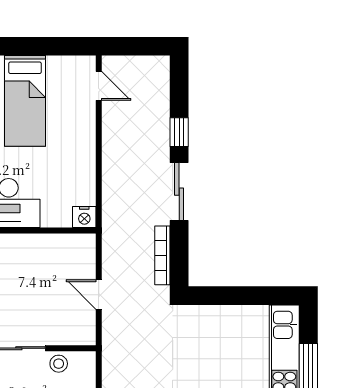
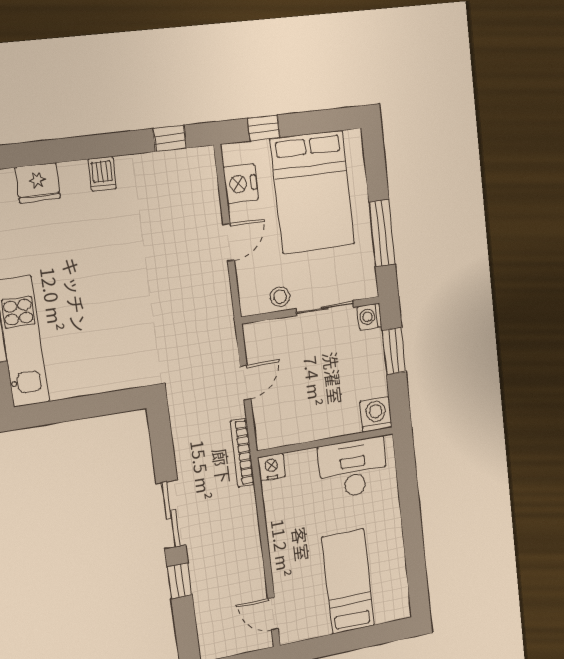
bookcase: (162, 255) -> (242, 453), moved, turned 180
door: (99, 295) -> (245, 382), hinge flipped

